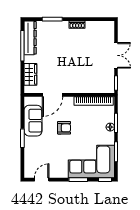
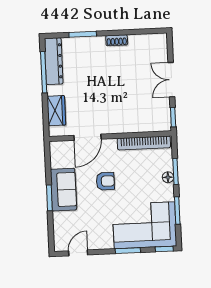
double door: (116, 55) -> (171, 80), swing flipped
sofa: (33, 121) -> (63, 190), moved

